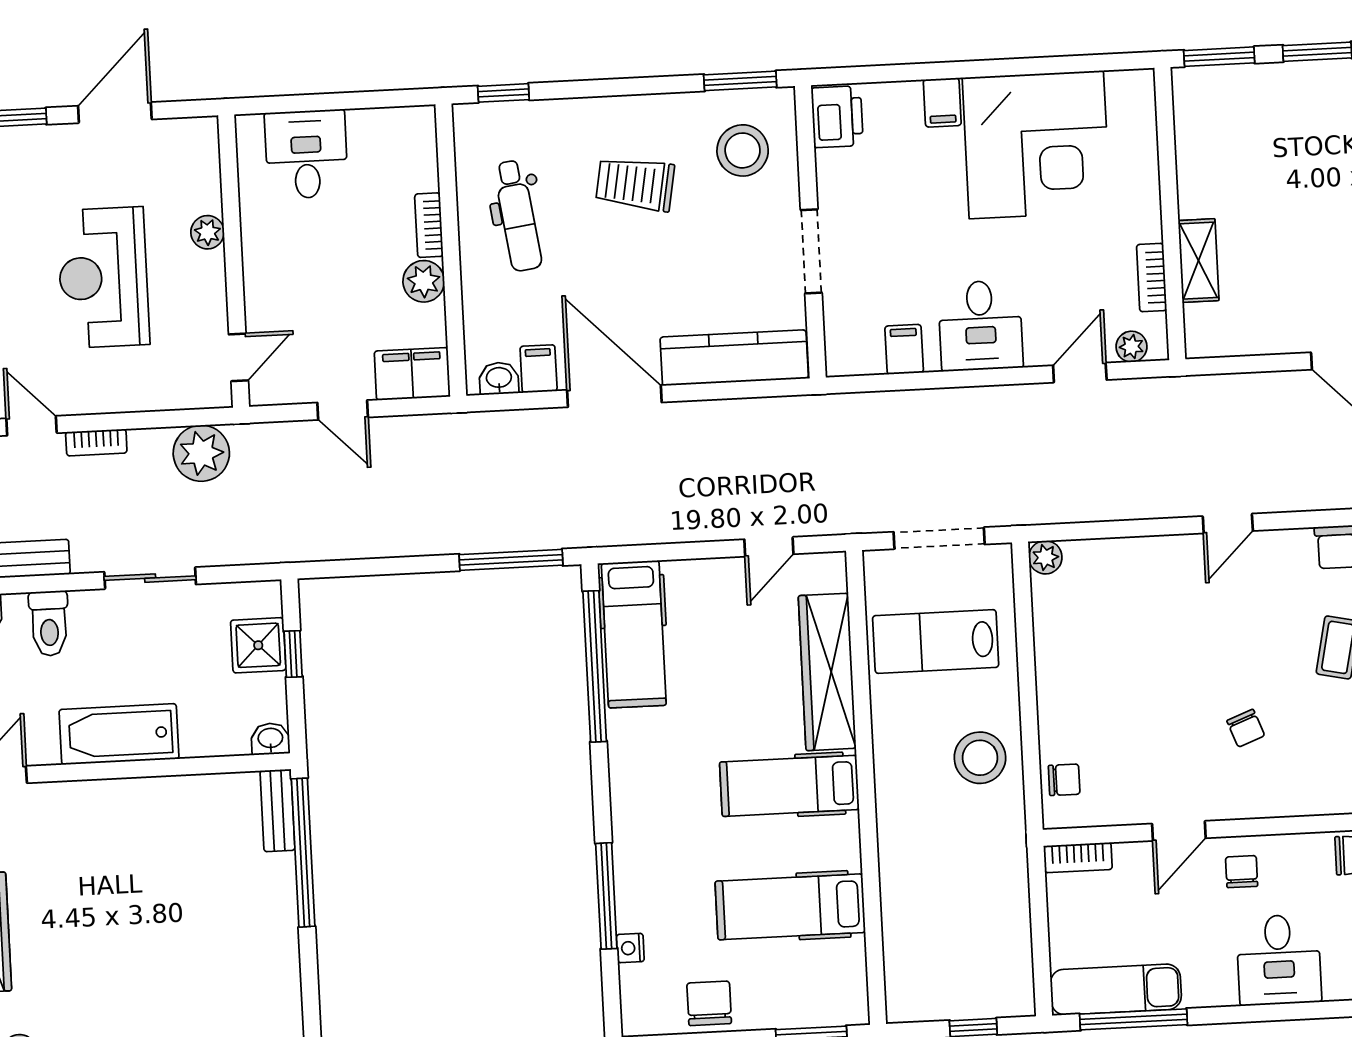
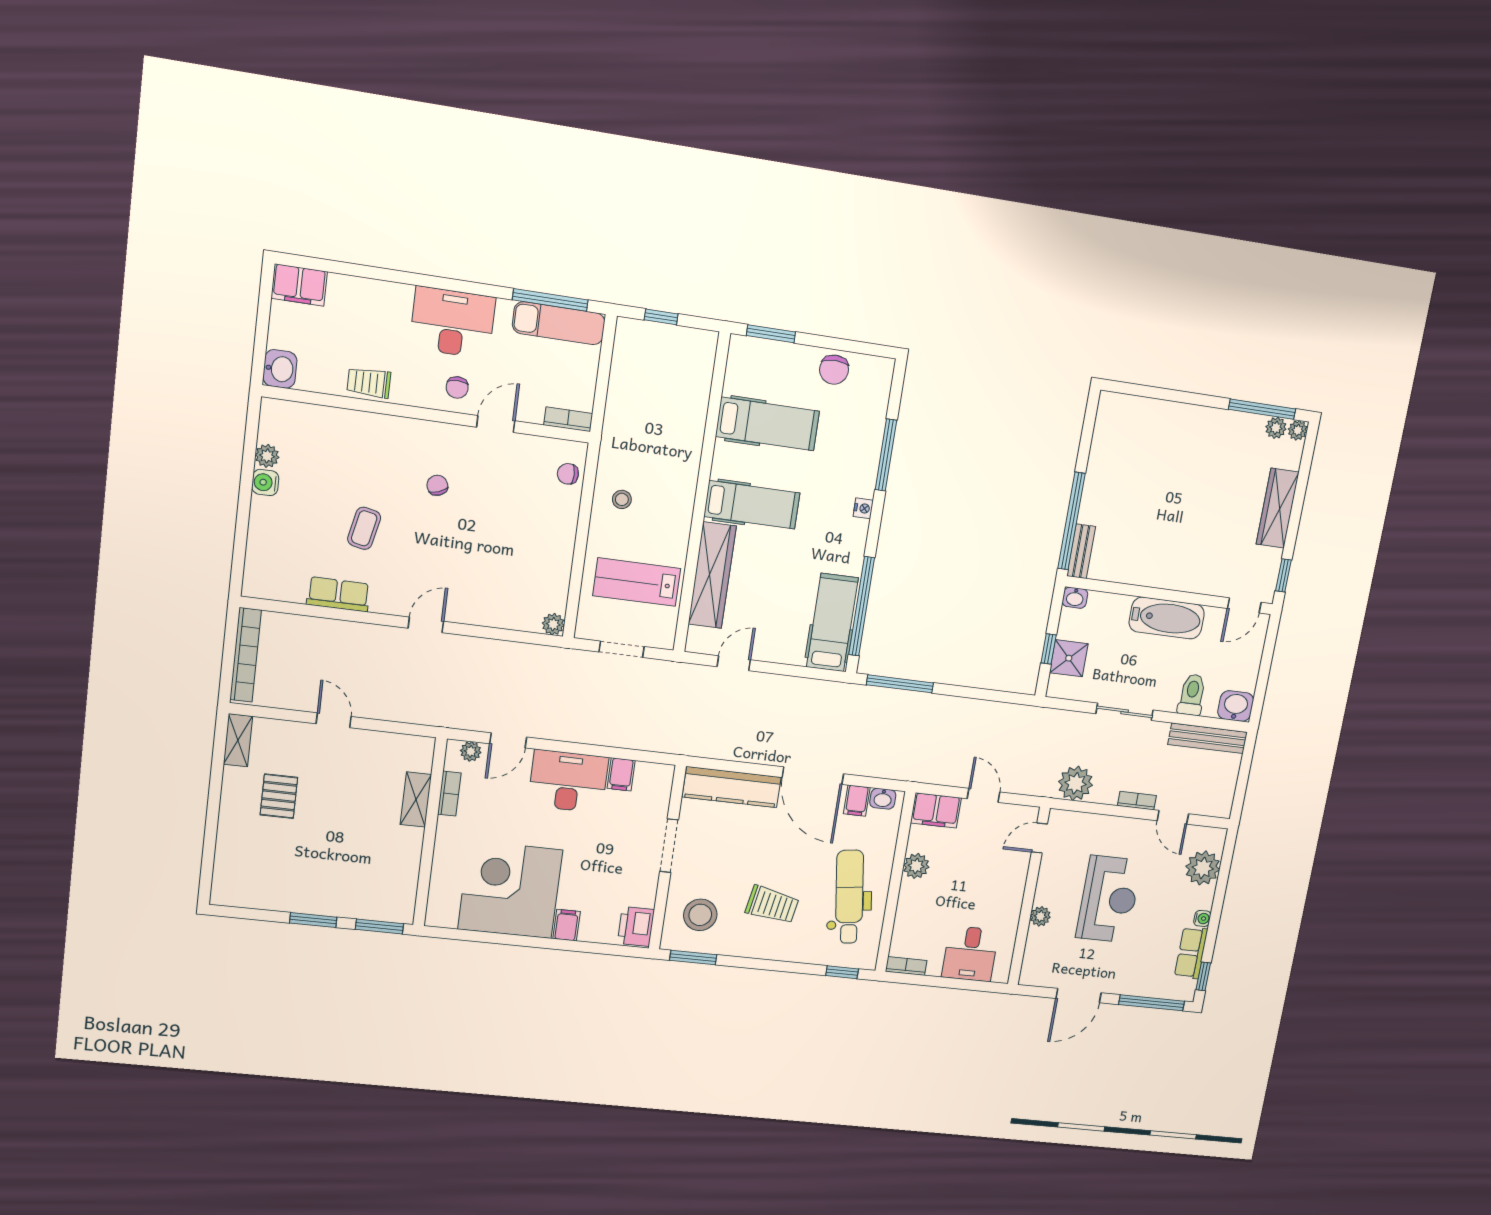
dental chair: (518, 216) -> (849, 897), width x1.36, depth x1.38
bookcase: (429, 225) -> (906, 966), moved, turned -90
desk: (980, 326) -> (568, 781), width x1.37
doorway: (939, 538) -> (622, 649), width x0.73
lab bench: (936, 642) -> (637, 582), turned 180
stool: (980, 758) -> (622, 499), width x0.53, depth x0.53
nightstand: (630, 948) -> (863, 508), moved
desk: (1279, 960) -> (452, 323), width x1.37

